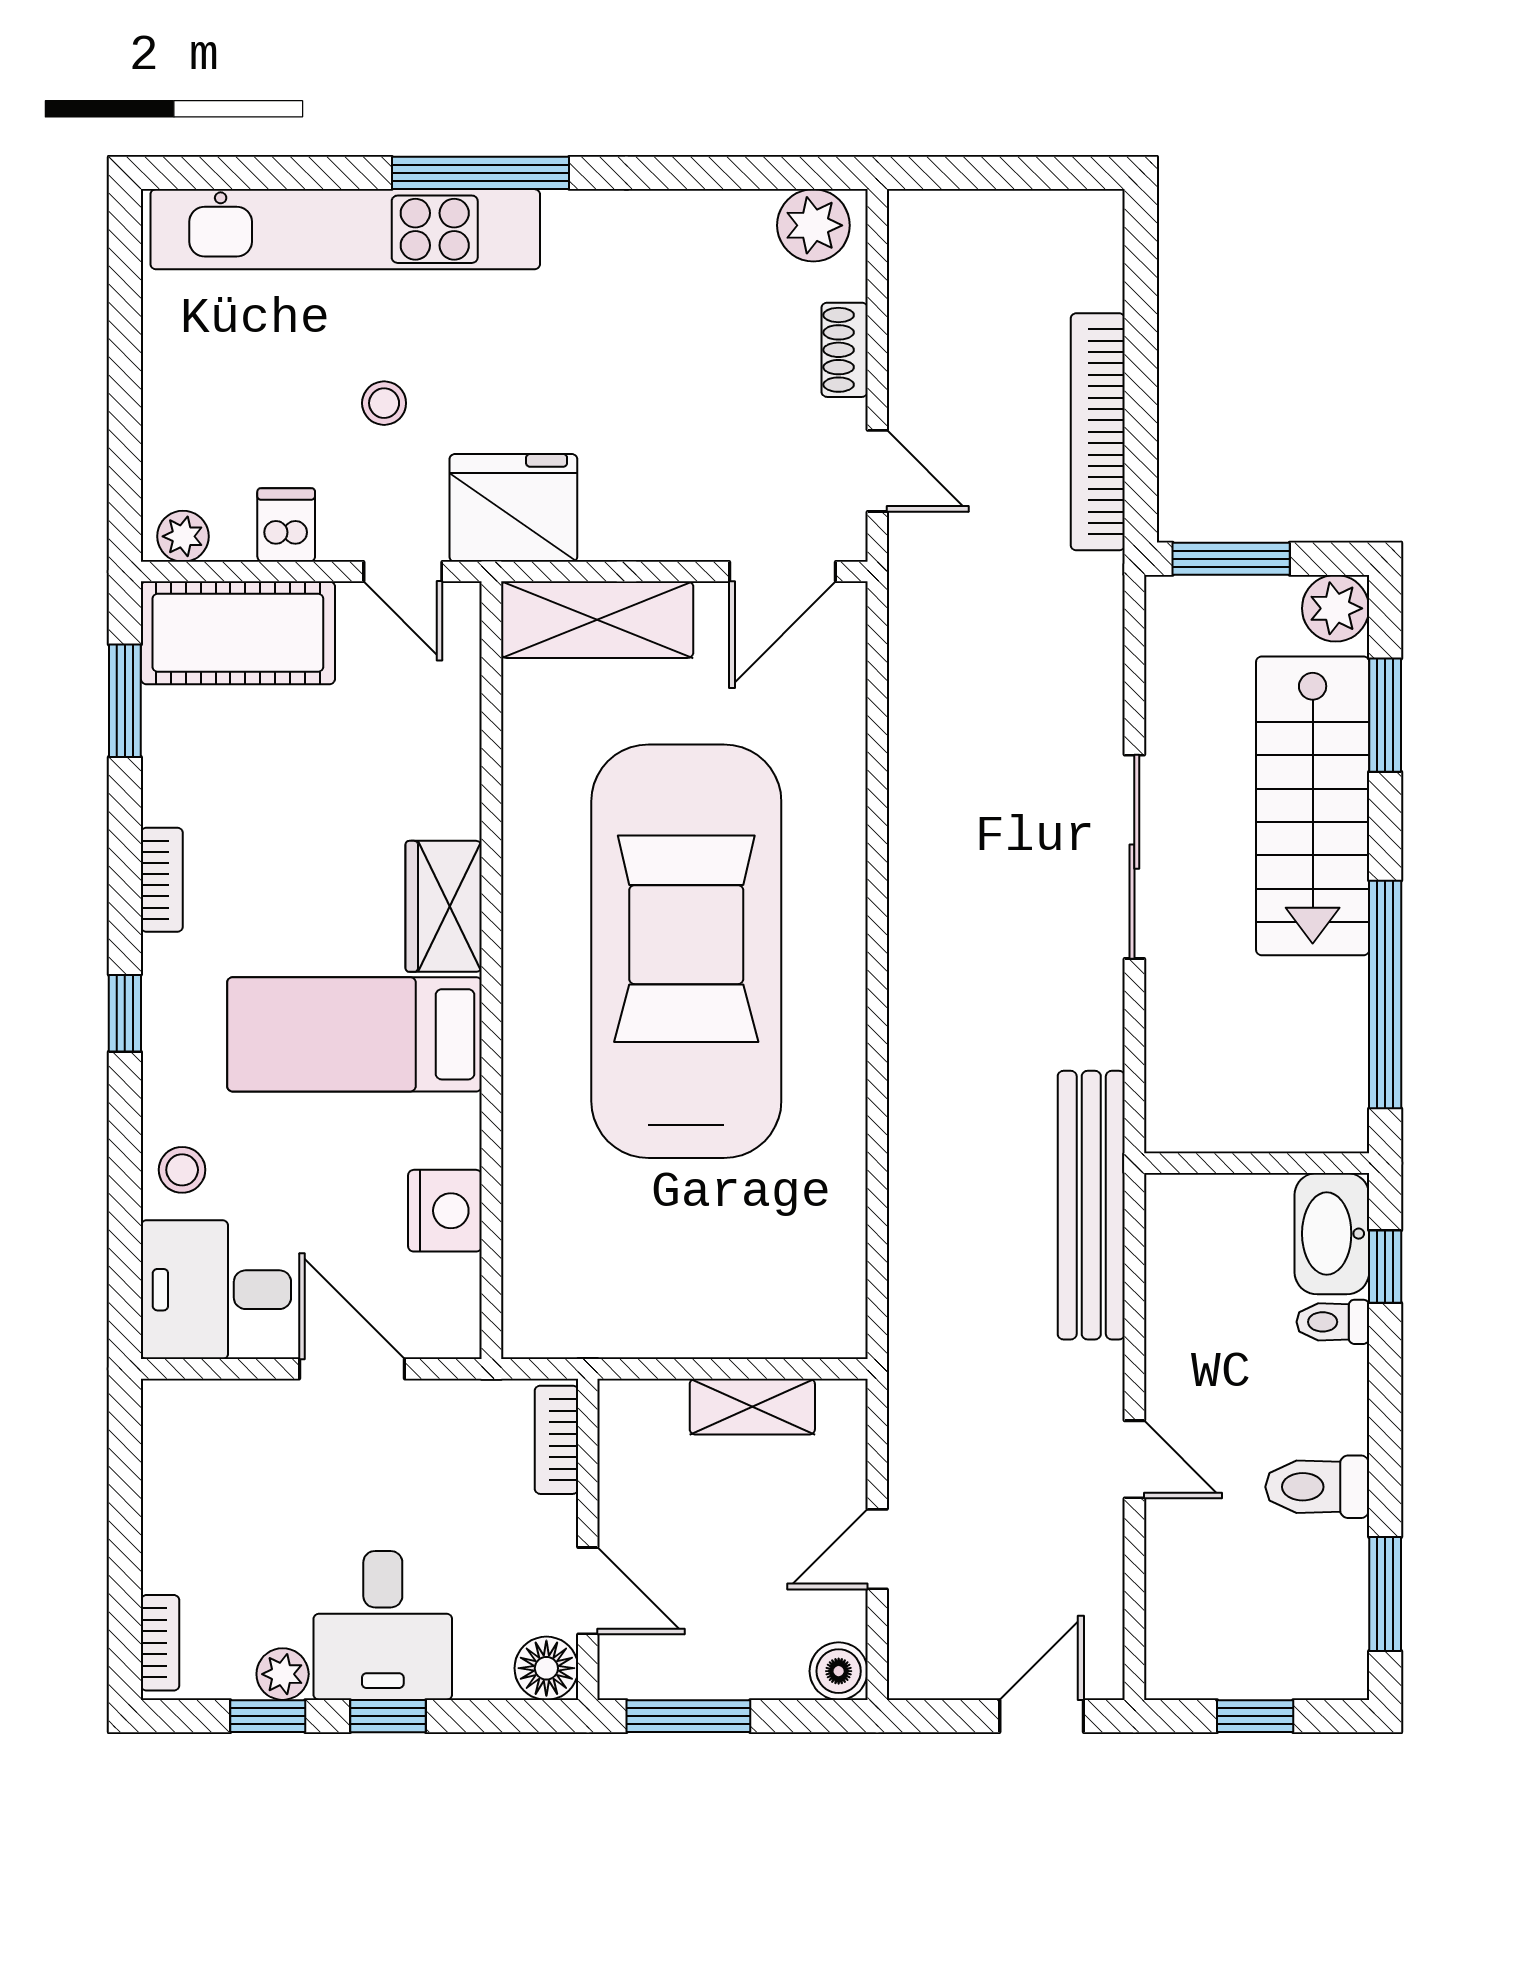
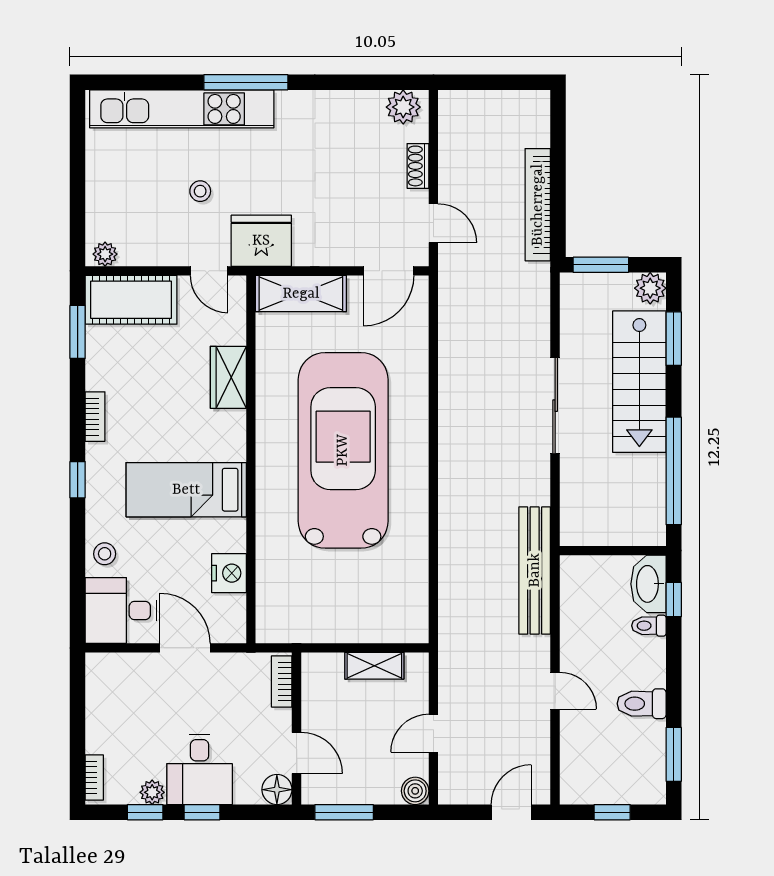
dishwasher: (286, 525) -> (154, 249), removed
wardrobe: (444, 906) -> (228, 377), moved

